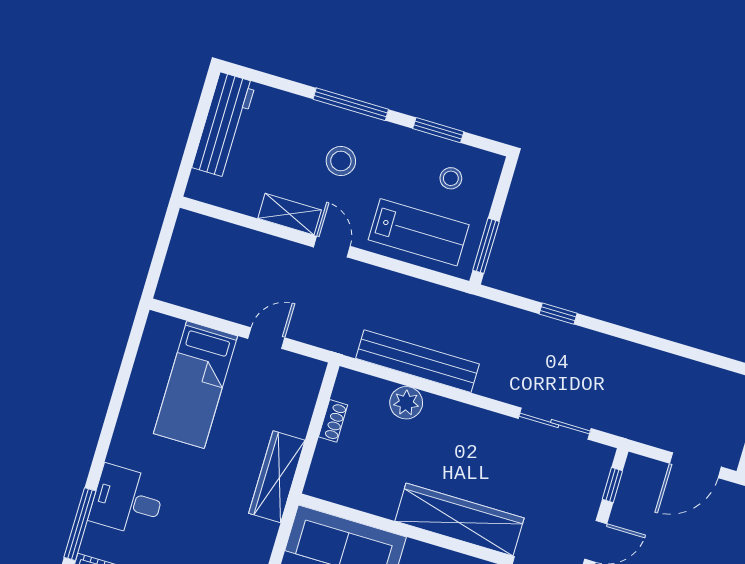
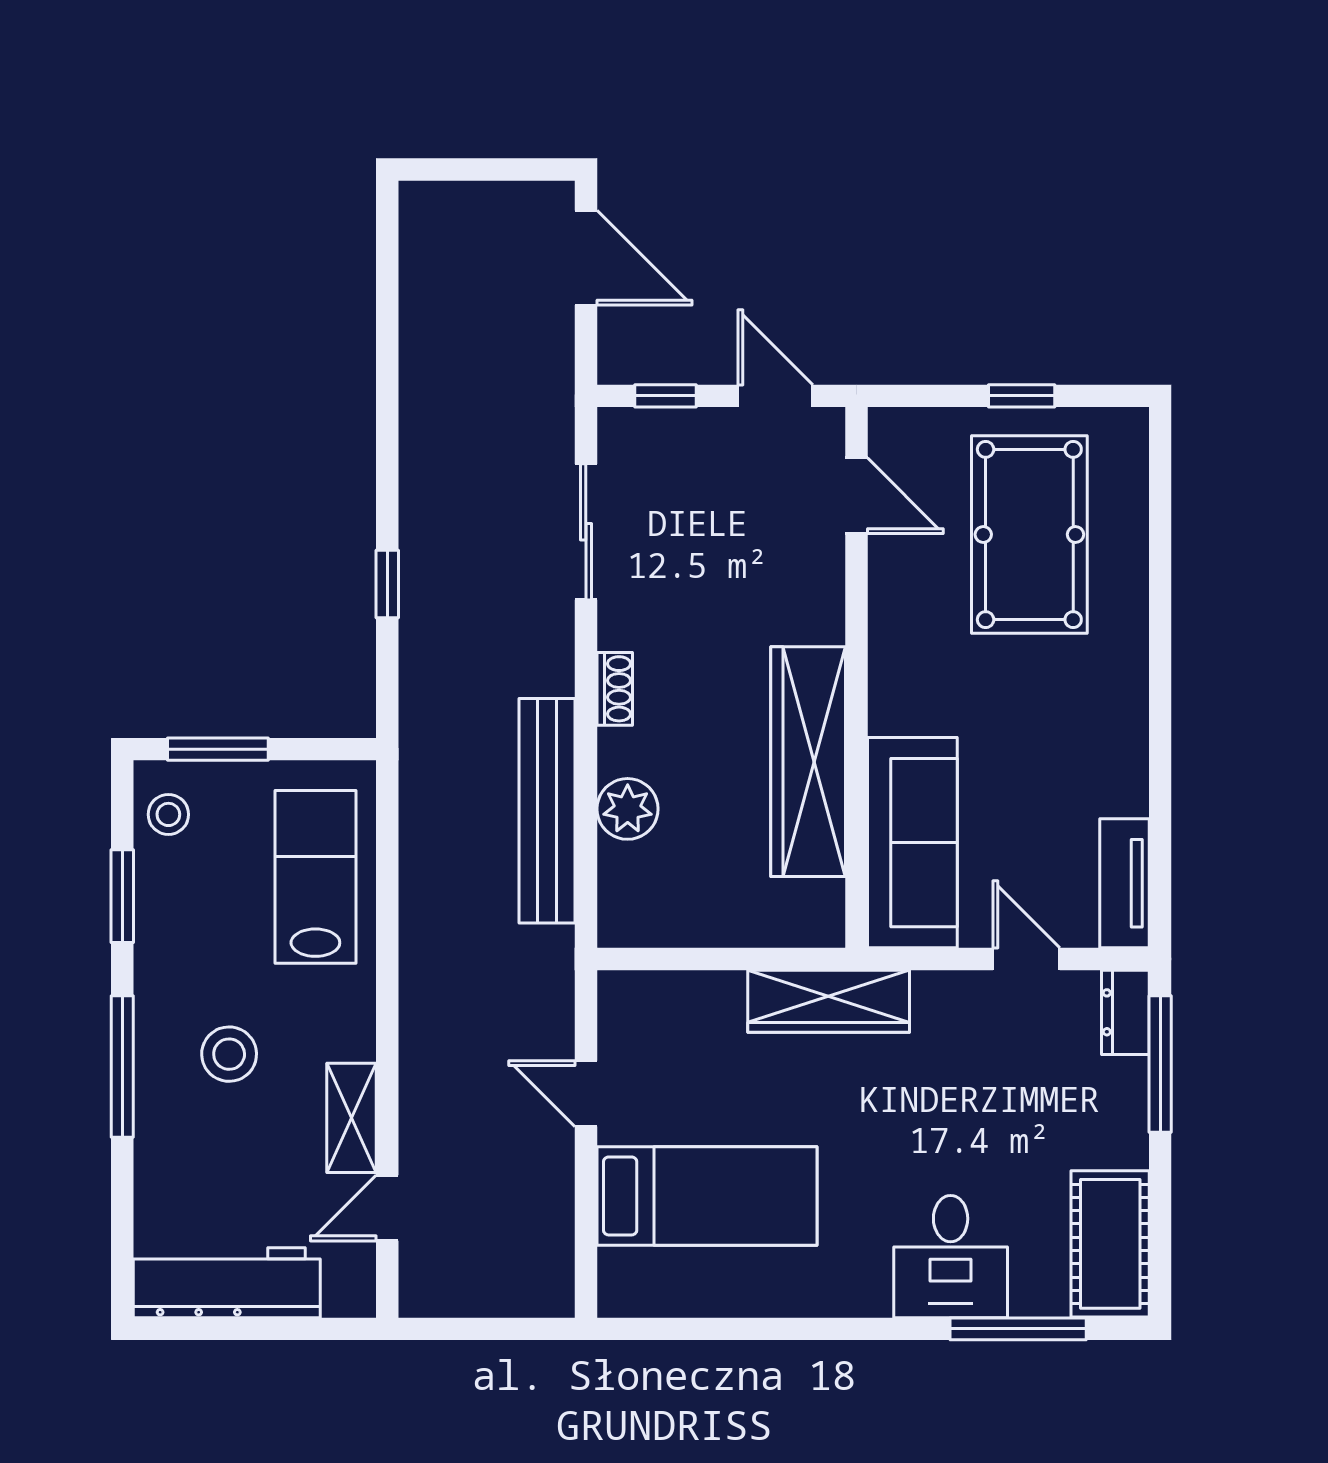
stool: (451, 178) -> (168, 814), moved
window: (486, 246) -> (218, 749), moved
door: (332, 247) -> (387, 1208), moved
shoe rack: (333, 421) -> (615, 689), moved, turned 90
wardrobe: (460, 519) -> (808, 762), moved

